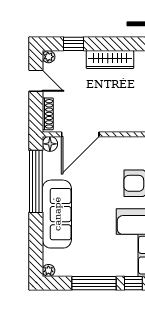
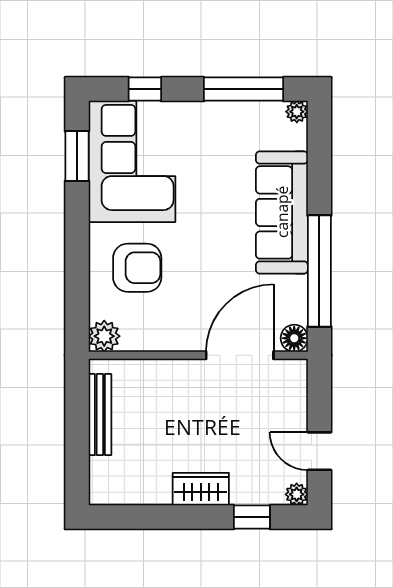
wardrobe: (110, 60) -> (201, 489), width x0.67
shoe rack: (48, 114) -> (298, 392), removed
window: (94, 283) -> (244, 89), moved

